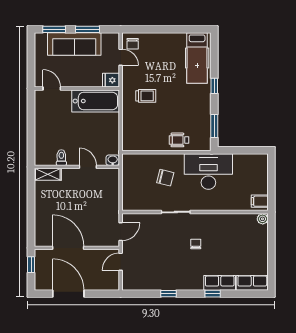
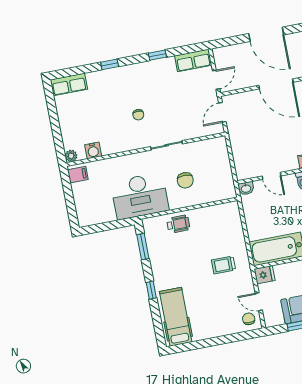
chair: (165, 178) -> (185, 180), turned -104
water cooler: (242, 220) -> (93, 151), added
row of seats: (220, 283) -> (193, 60), moved

